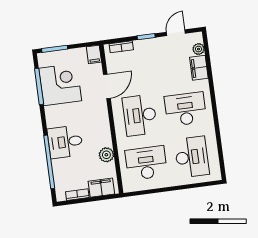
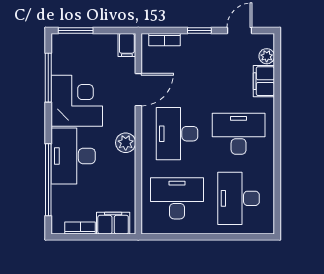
corner desk: (60, 84) -> (77, 101), moved
desk: (65, 142) -> (73, 156), width x1.37
plant: (106, 155) -> (126, 143), moved
desk: (192, 157) -> (239, 198), turned 180

